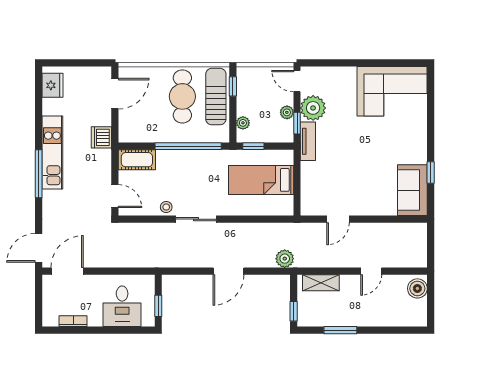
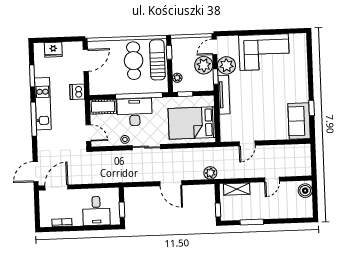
door: (297, 81) -> (214, 47), hinge flipped
fridge: (52, 85) -> (53, 50), moved, turned 90
corner sofa: (392, 91) -> (264, 52), moved
plant: (287, 112) -> (204, 65), width x1.88, depth x1.88
window: (39, 113) -> (32, 76), added
tv unit: (308, 141) -> (224, 95), width x1.41
desk: (181, 169) -> (135, 112), added
bed: (261, 180) -> (192, 123), width x1.50
door: (228, 271) -> (171, 183), hinge flipped

